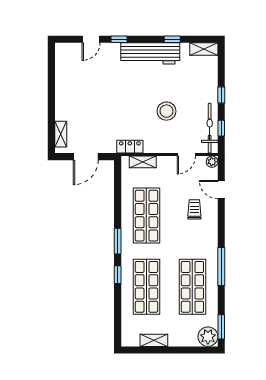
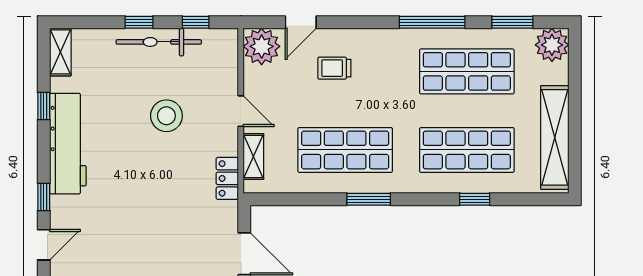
door: (91, 39) -> (44, 245), hinge flipped
bicycle: (210, 128) -> (159, 42), moved
door: (186, 155) -> (241, 111), moved
plant: (212, 162) -> (262, 46), width x1.87, depth x1.87
window: (118, 241) -> (369, 199), moved
window: (118, 275) -> (475, 199), moved
window: (221, 327) -> (512, 22), moved
shelving: (154, 340) -> (555, 137), width x2.20, depth x1.33

